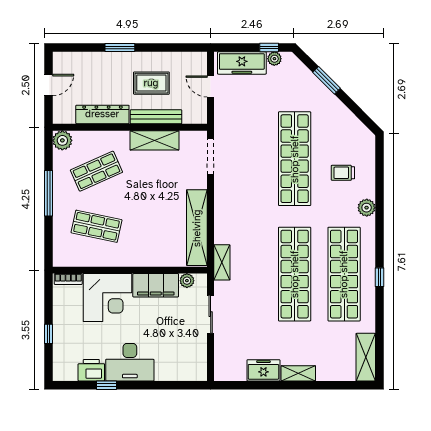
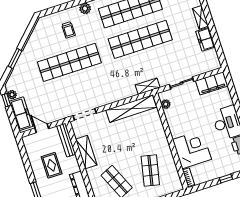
door: (211, 86) -> (42, 128), swing flipped
bench: (156, 117) -> (66, 140), moved
filing cabinet: (156, 285) -> (212, 83), moved, turned 90

